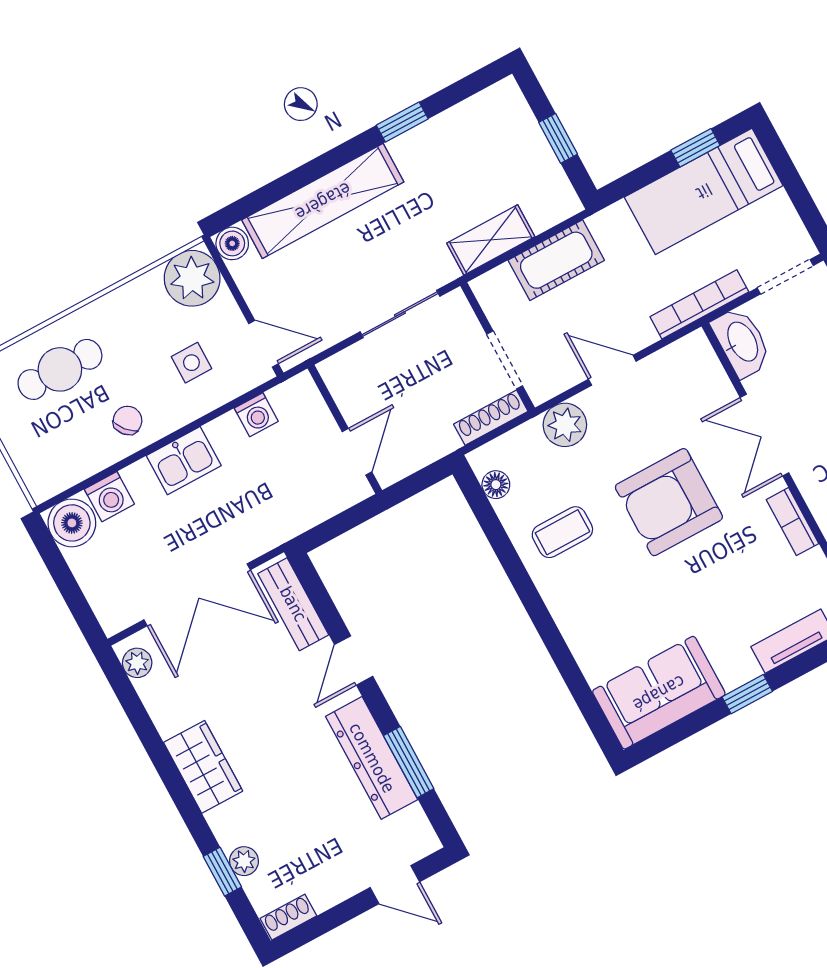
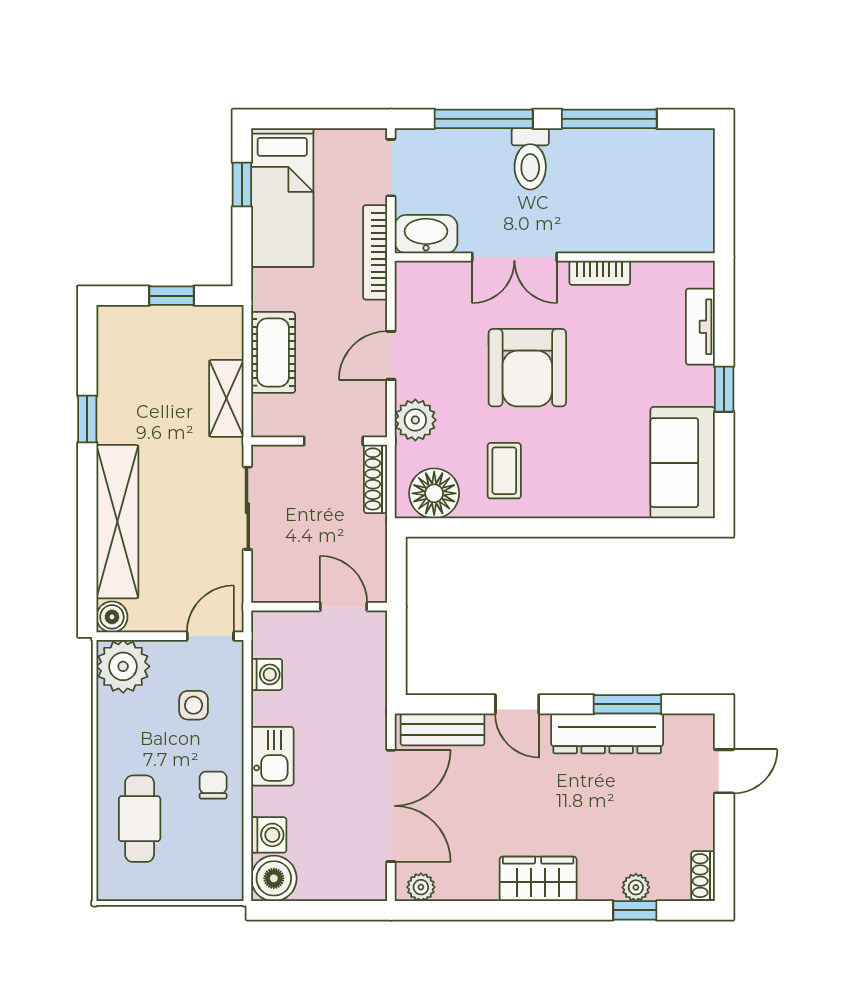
chair: (128, 420) -> (213, 785), turned 40
floor lamp: (496, 485) -> (434, 493), width x1.89, depth x1.89

